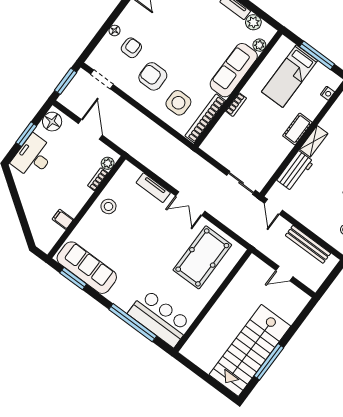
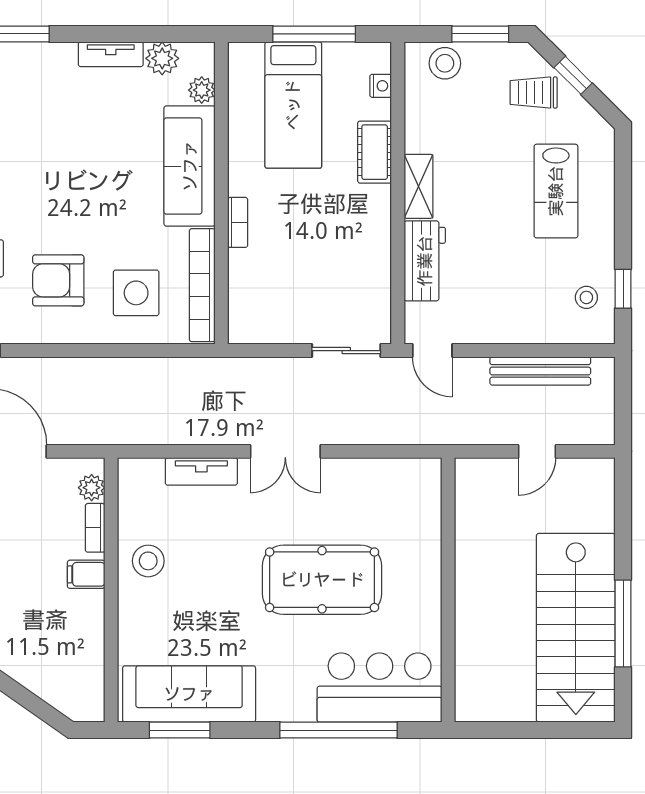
cot: (297, 129) -> (375, 152), moved
filing cabinet: (63, 219) -> (86, 574), moved
pool table: (202, 257) -> (322, 580), moved, turned 90

